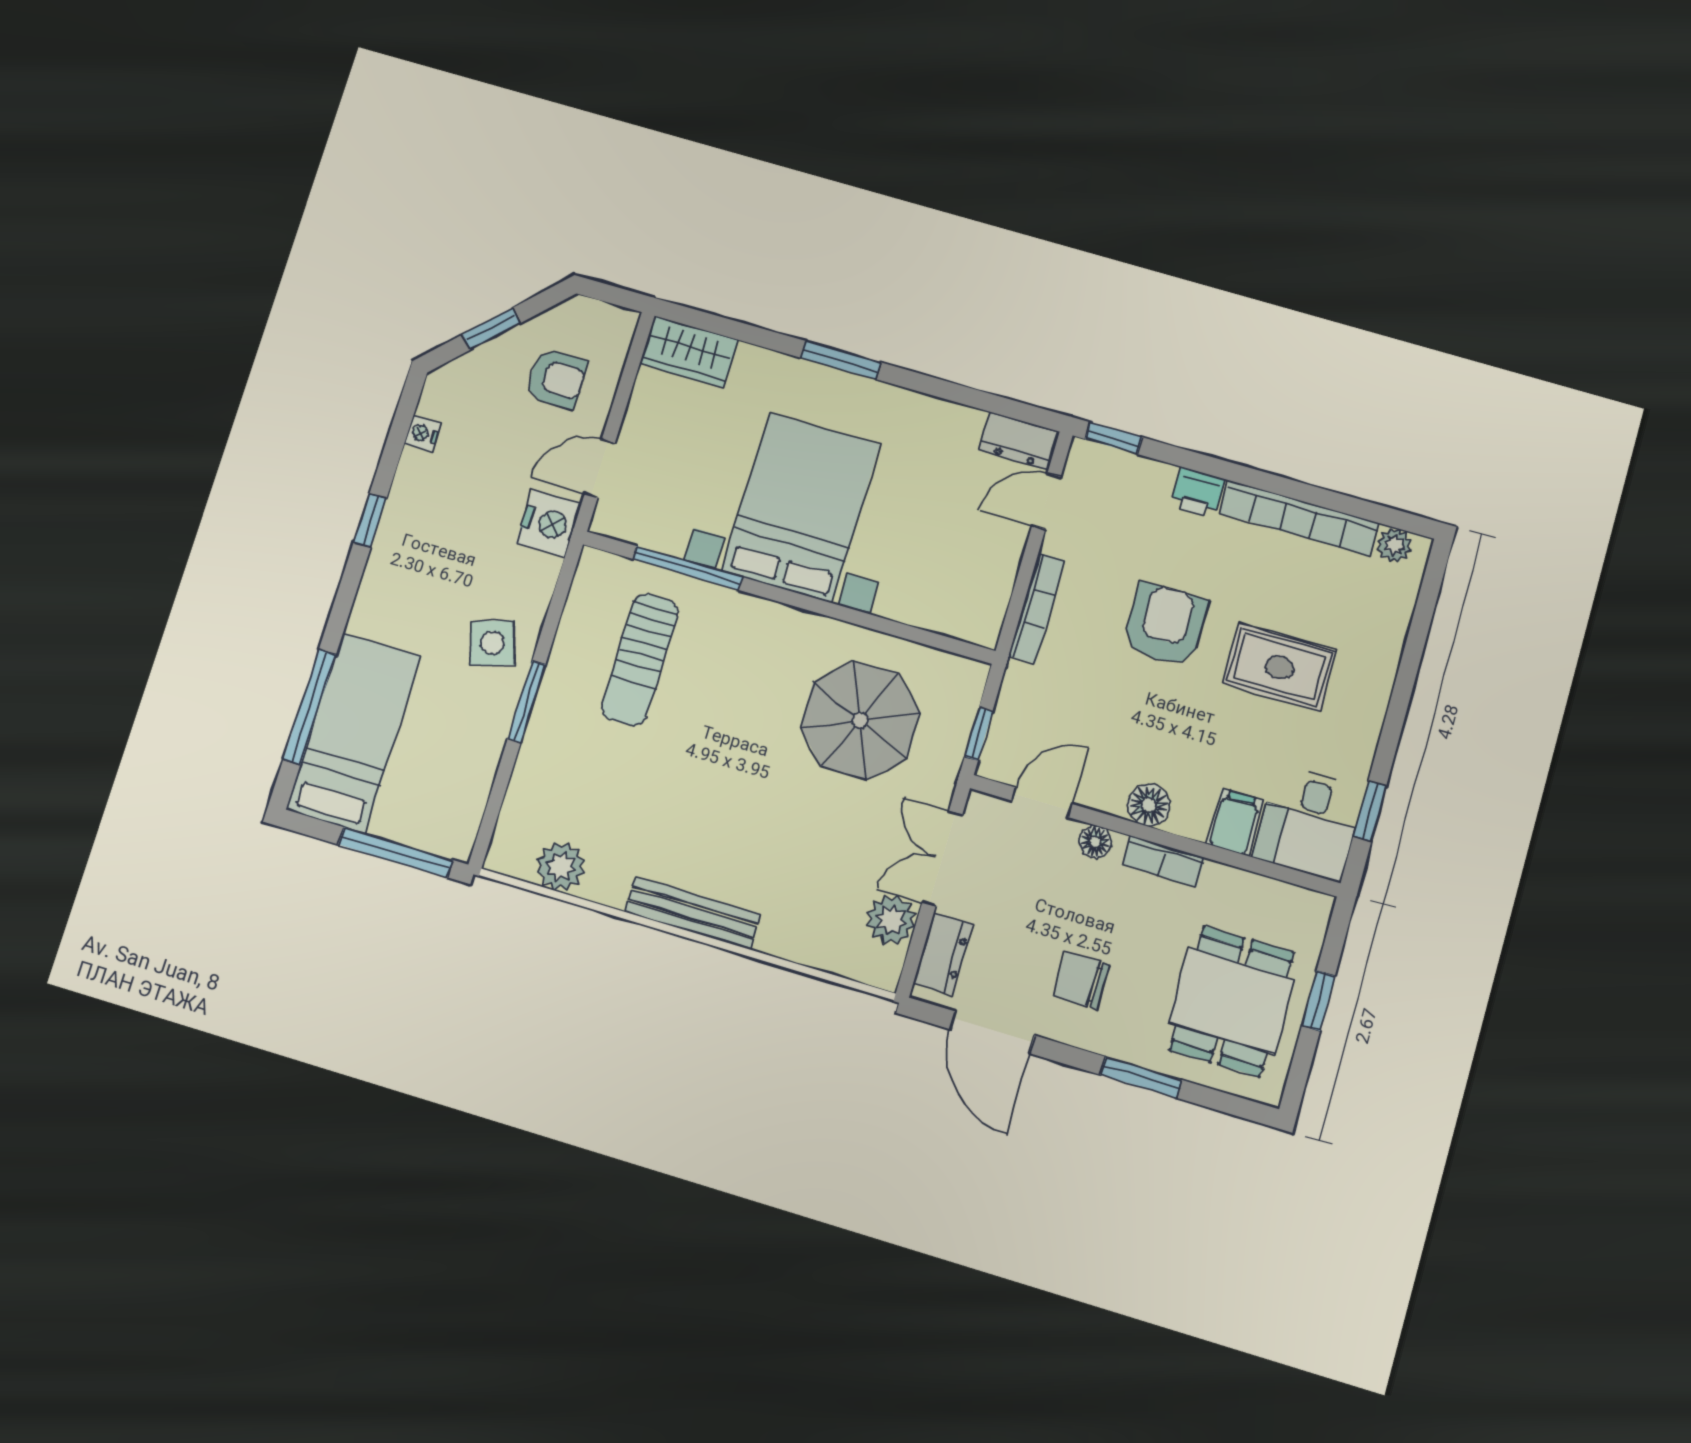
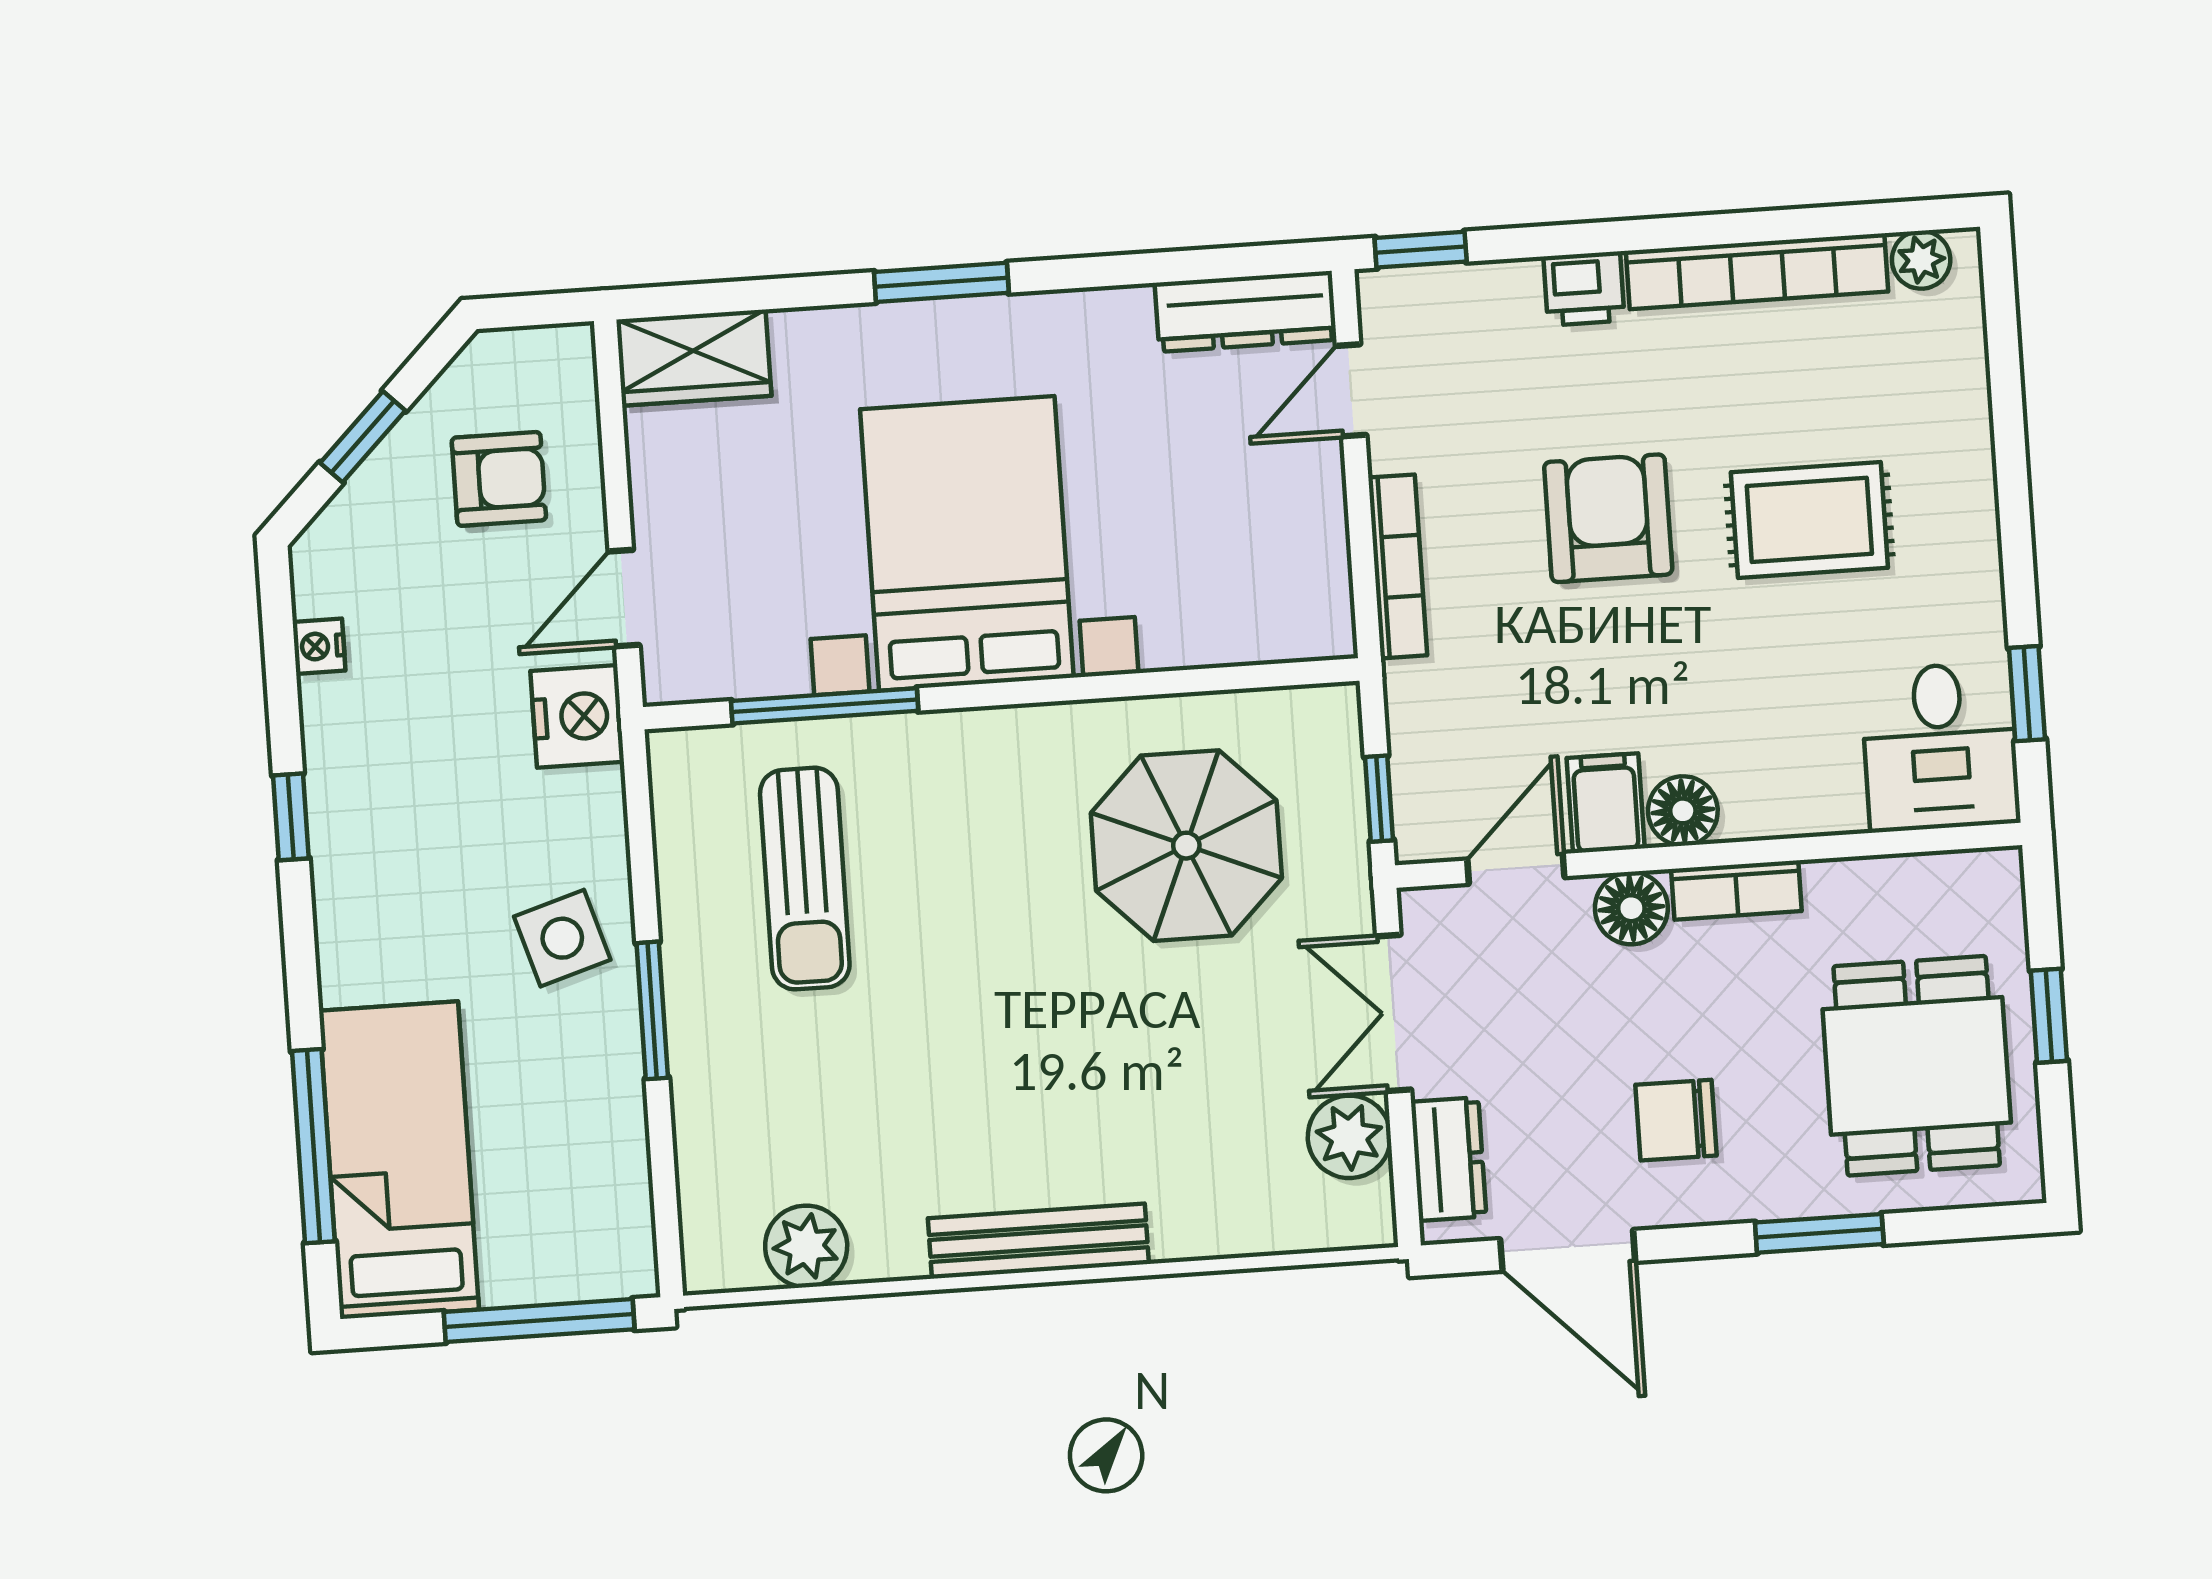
dresser: (1019, 441) -> (1246, 311), width x1.44
filing cabinet: (1235, 822) -> (1606, 803), moved
floor lamp: (1095, 842) -> (1631, 908), width x1.37, depth x1.37

